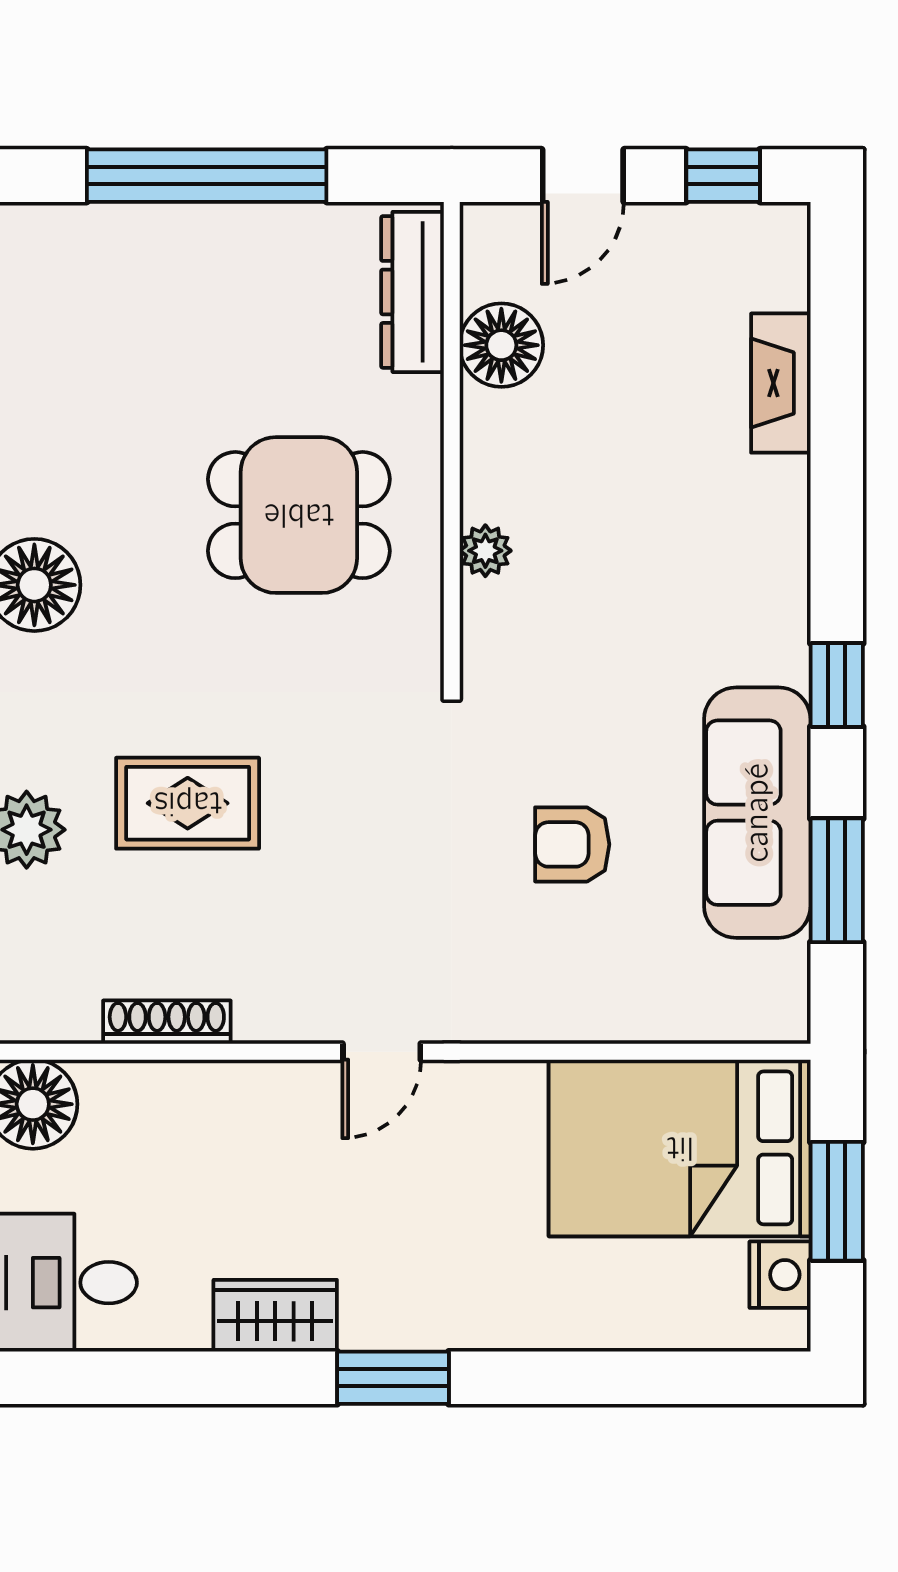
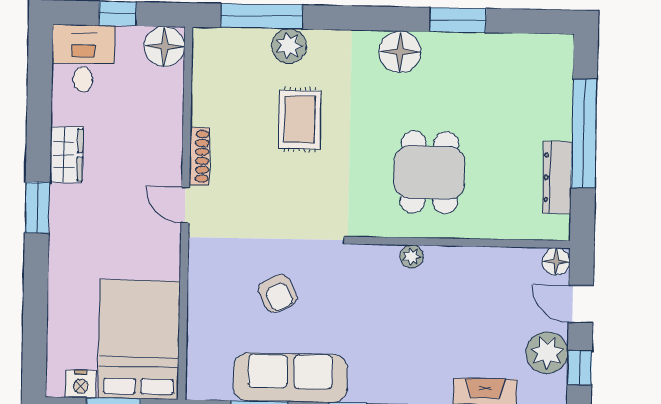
plant: (691, 248) -> (547, 353), added
dresser: (413, 292) -> (557, 177), moved, turned -90
floor lamp: (501, 345) -> (556, 261), moved, width x0.73, depth x0.73
armchair: (572, 844) -> (278, 293), turned 153
shoe rack: (167, 1022) -> (200, 156), moved

